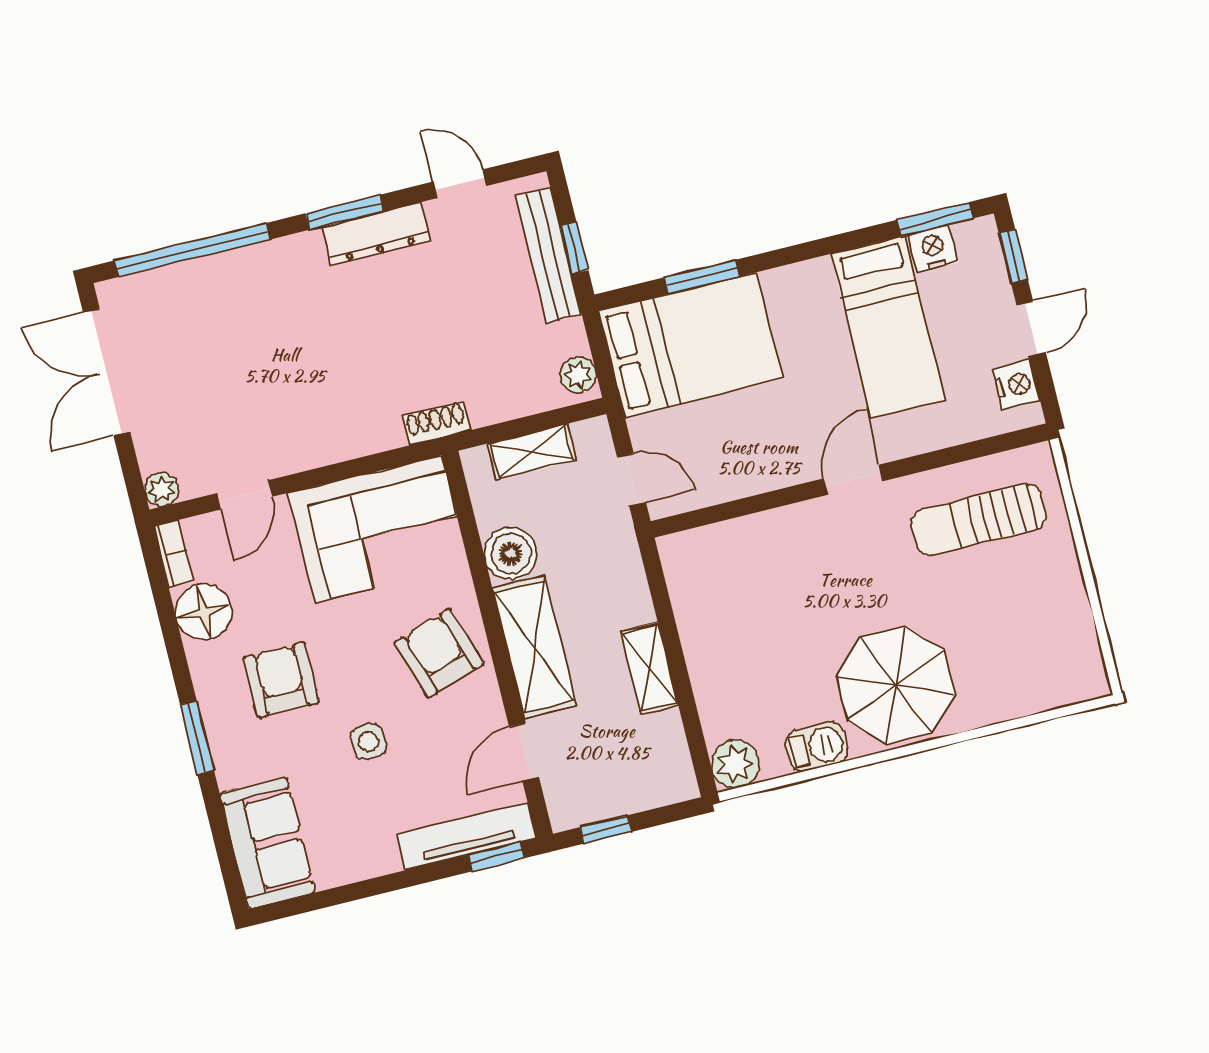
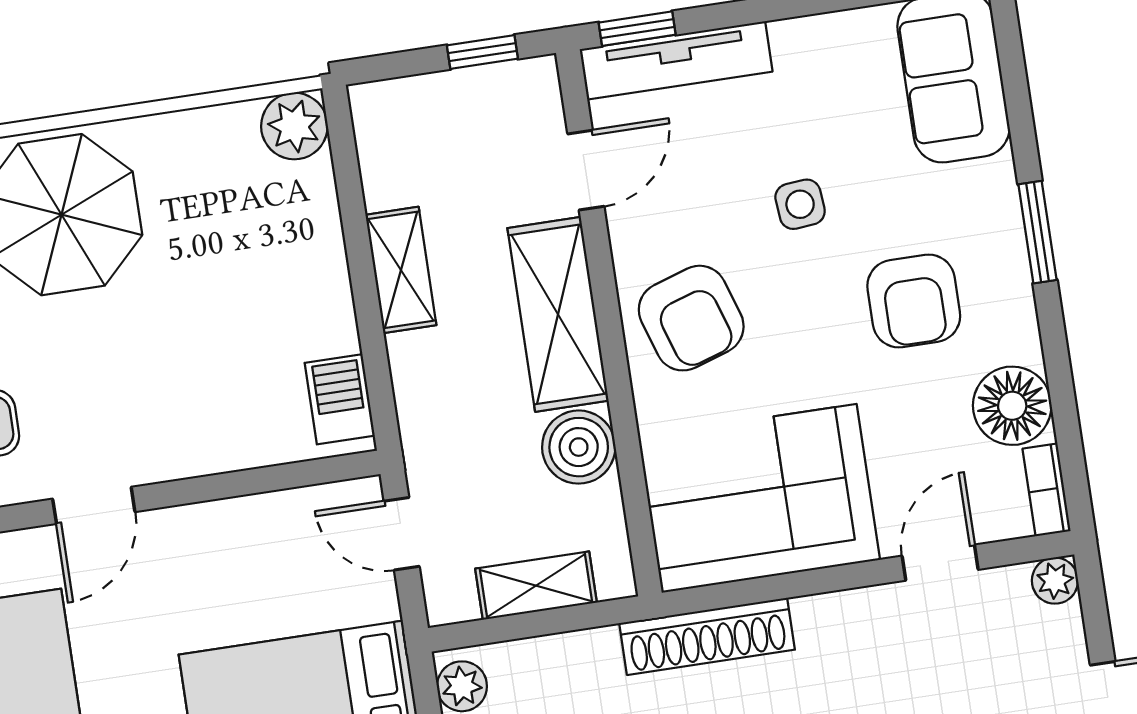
shoe rack: (436, 423) -> (707, 636), width x1.94, depth x1.24
barbecue: (817, 747) -> (340, 399), moved, turned 90

